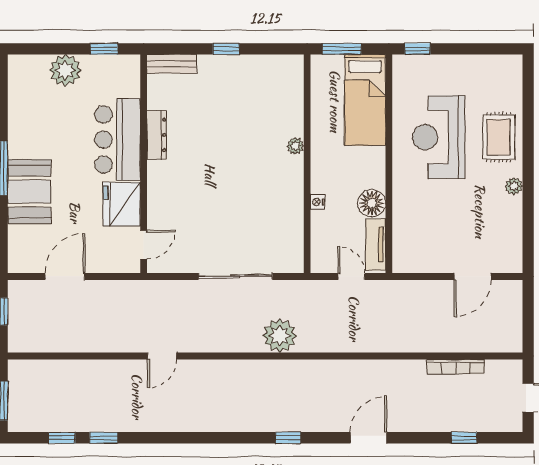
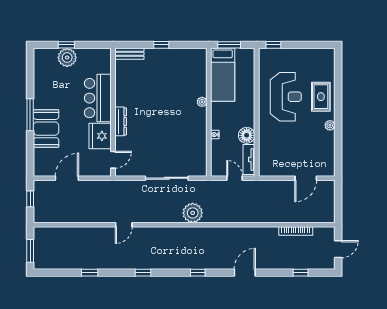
window: (104, 49) -> (66, 45), moved
bed: (365, 100) -> (223, 75), moved
dresser: (157, 135) -> (121, 121), moved
reception desk: (439, 137) -> (286, 97), turned 180
window: (62, 438) -> (143, 273), moved

